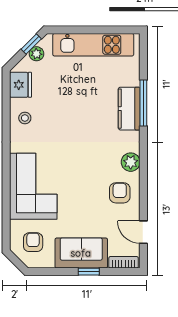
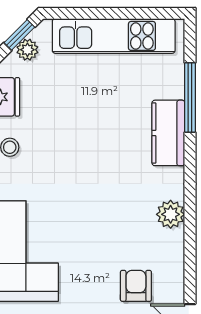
window: (143, 103) -> (190, 98), moved
armchair: (120, 193) -> (136, 286), moved

